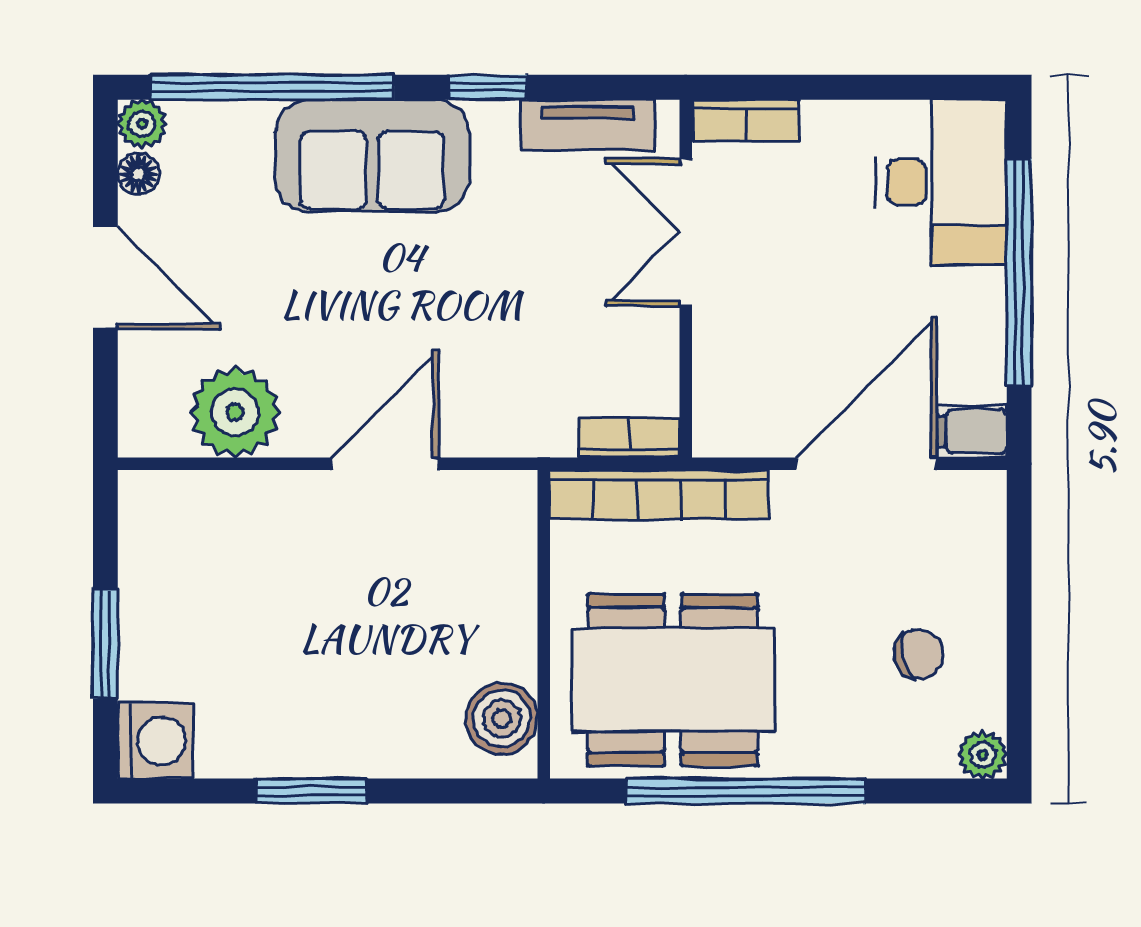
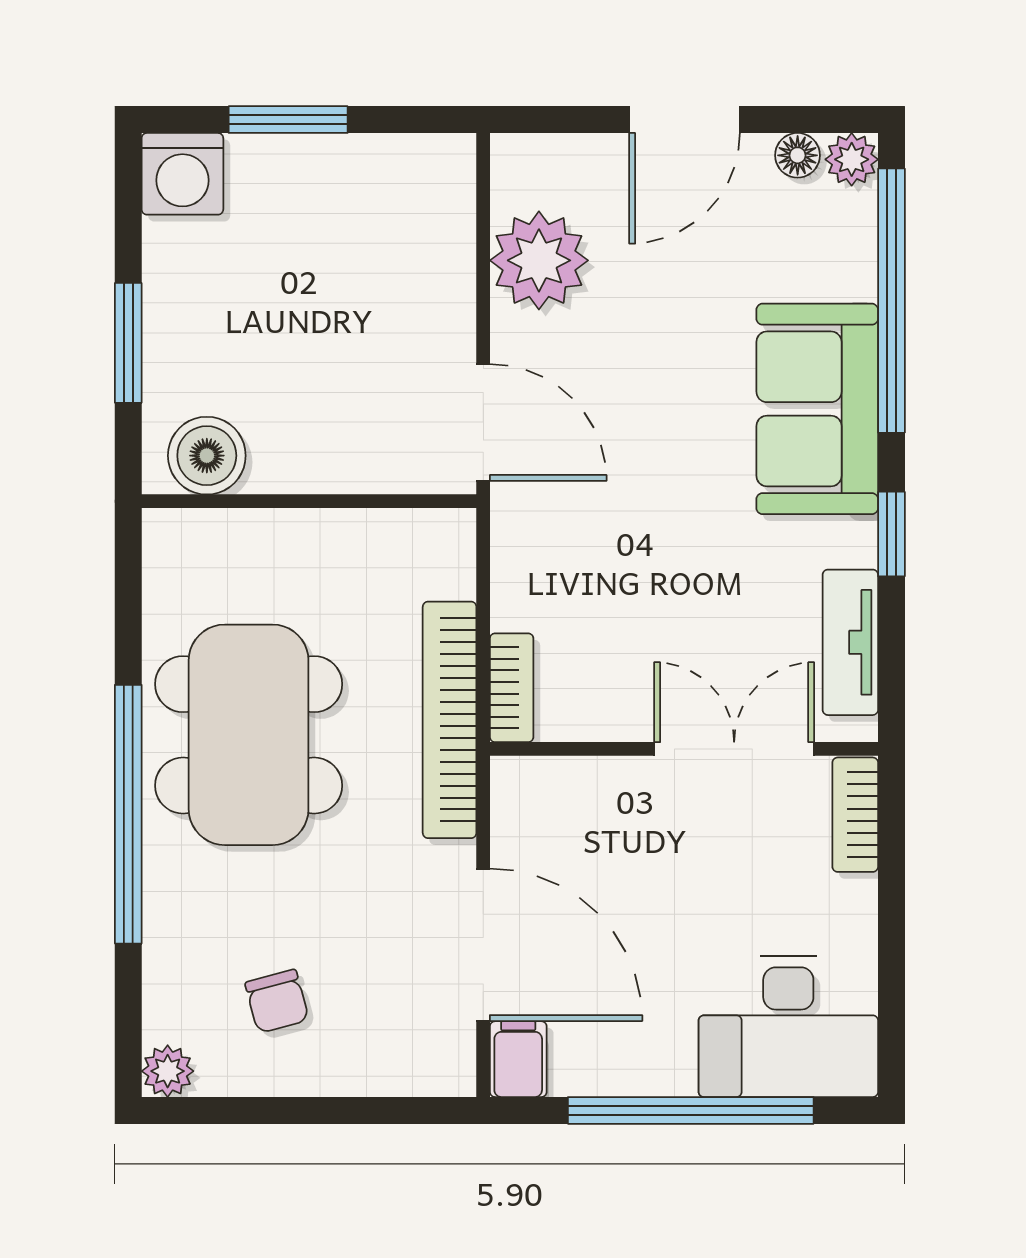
wall: (544, 624) -> (309, 501), moved
boiler: (502, 719) -> (207, 456), moved

